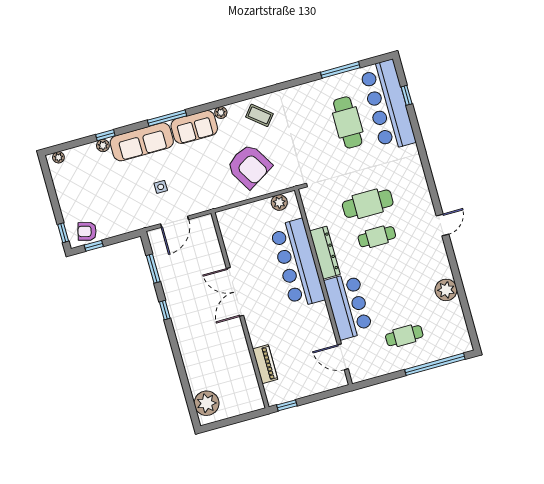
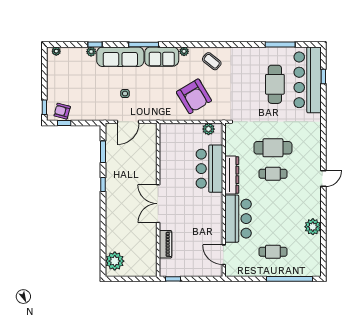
bar counter: (297, 263) -> (209, 169), width x0.73
double door: (235, 292) -> (158, 204), moved

